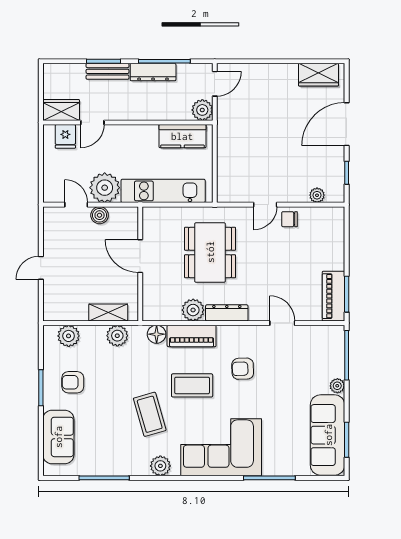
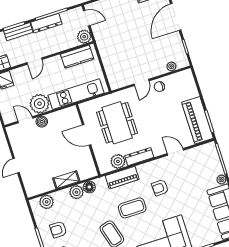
door: (215, 84) -> (87, 18), hinge flipped
door: (92, 122) -> (34, 61), moved
door: (140, 256) -> (87, 135), moved
wall: (140, 264) -> (88, 140), moved
piano: (333, 296) -> (197, 120), width x1.37, depth x1.33
floor lamp: (157, 334) -> (89, 187), moved

